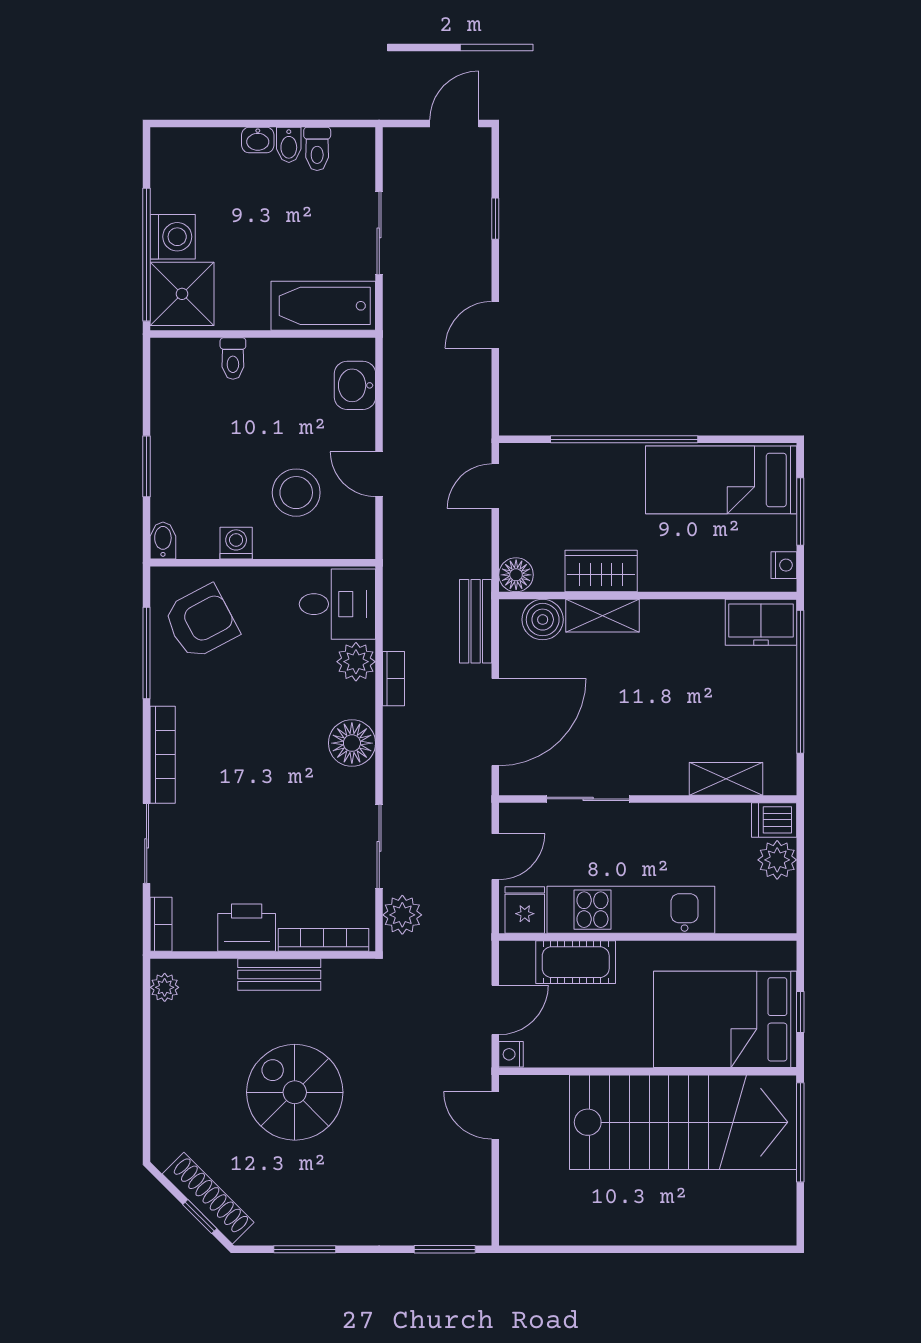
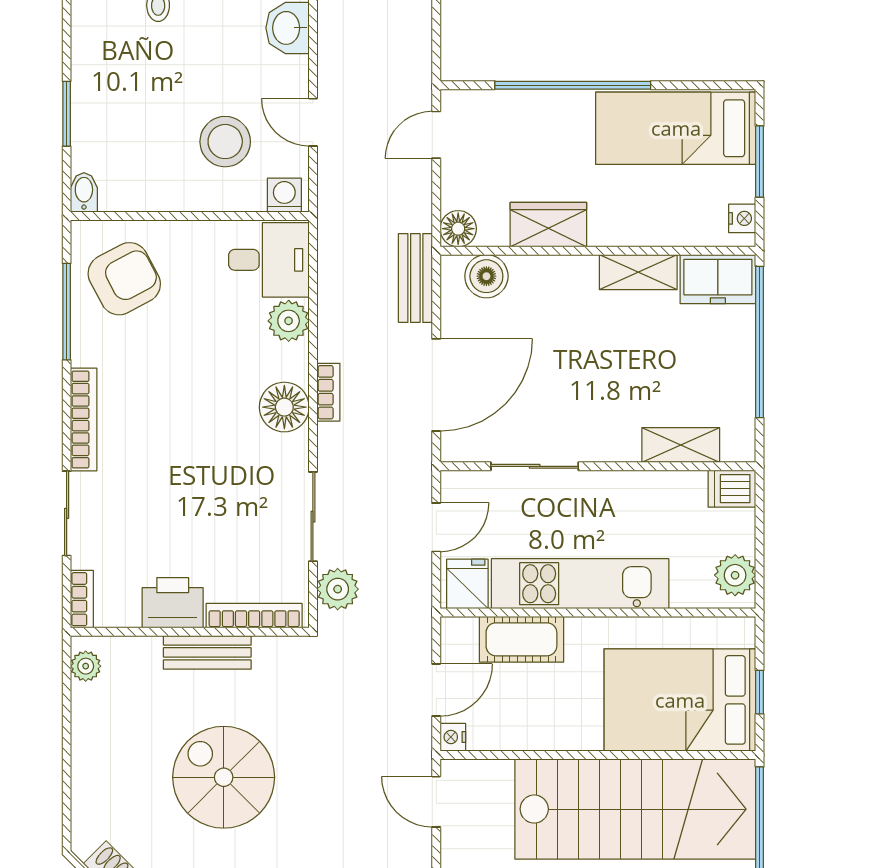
washing machine: (236, 543) -> (284, 195), moved
shelving: (603, 616) -> (638, 272), moved
bookcase: (394, 679) -> (328, 392), moved
plant: (777, 860) -> (735, 575), moved

